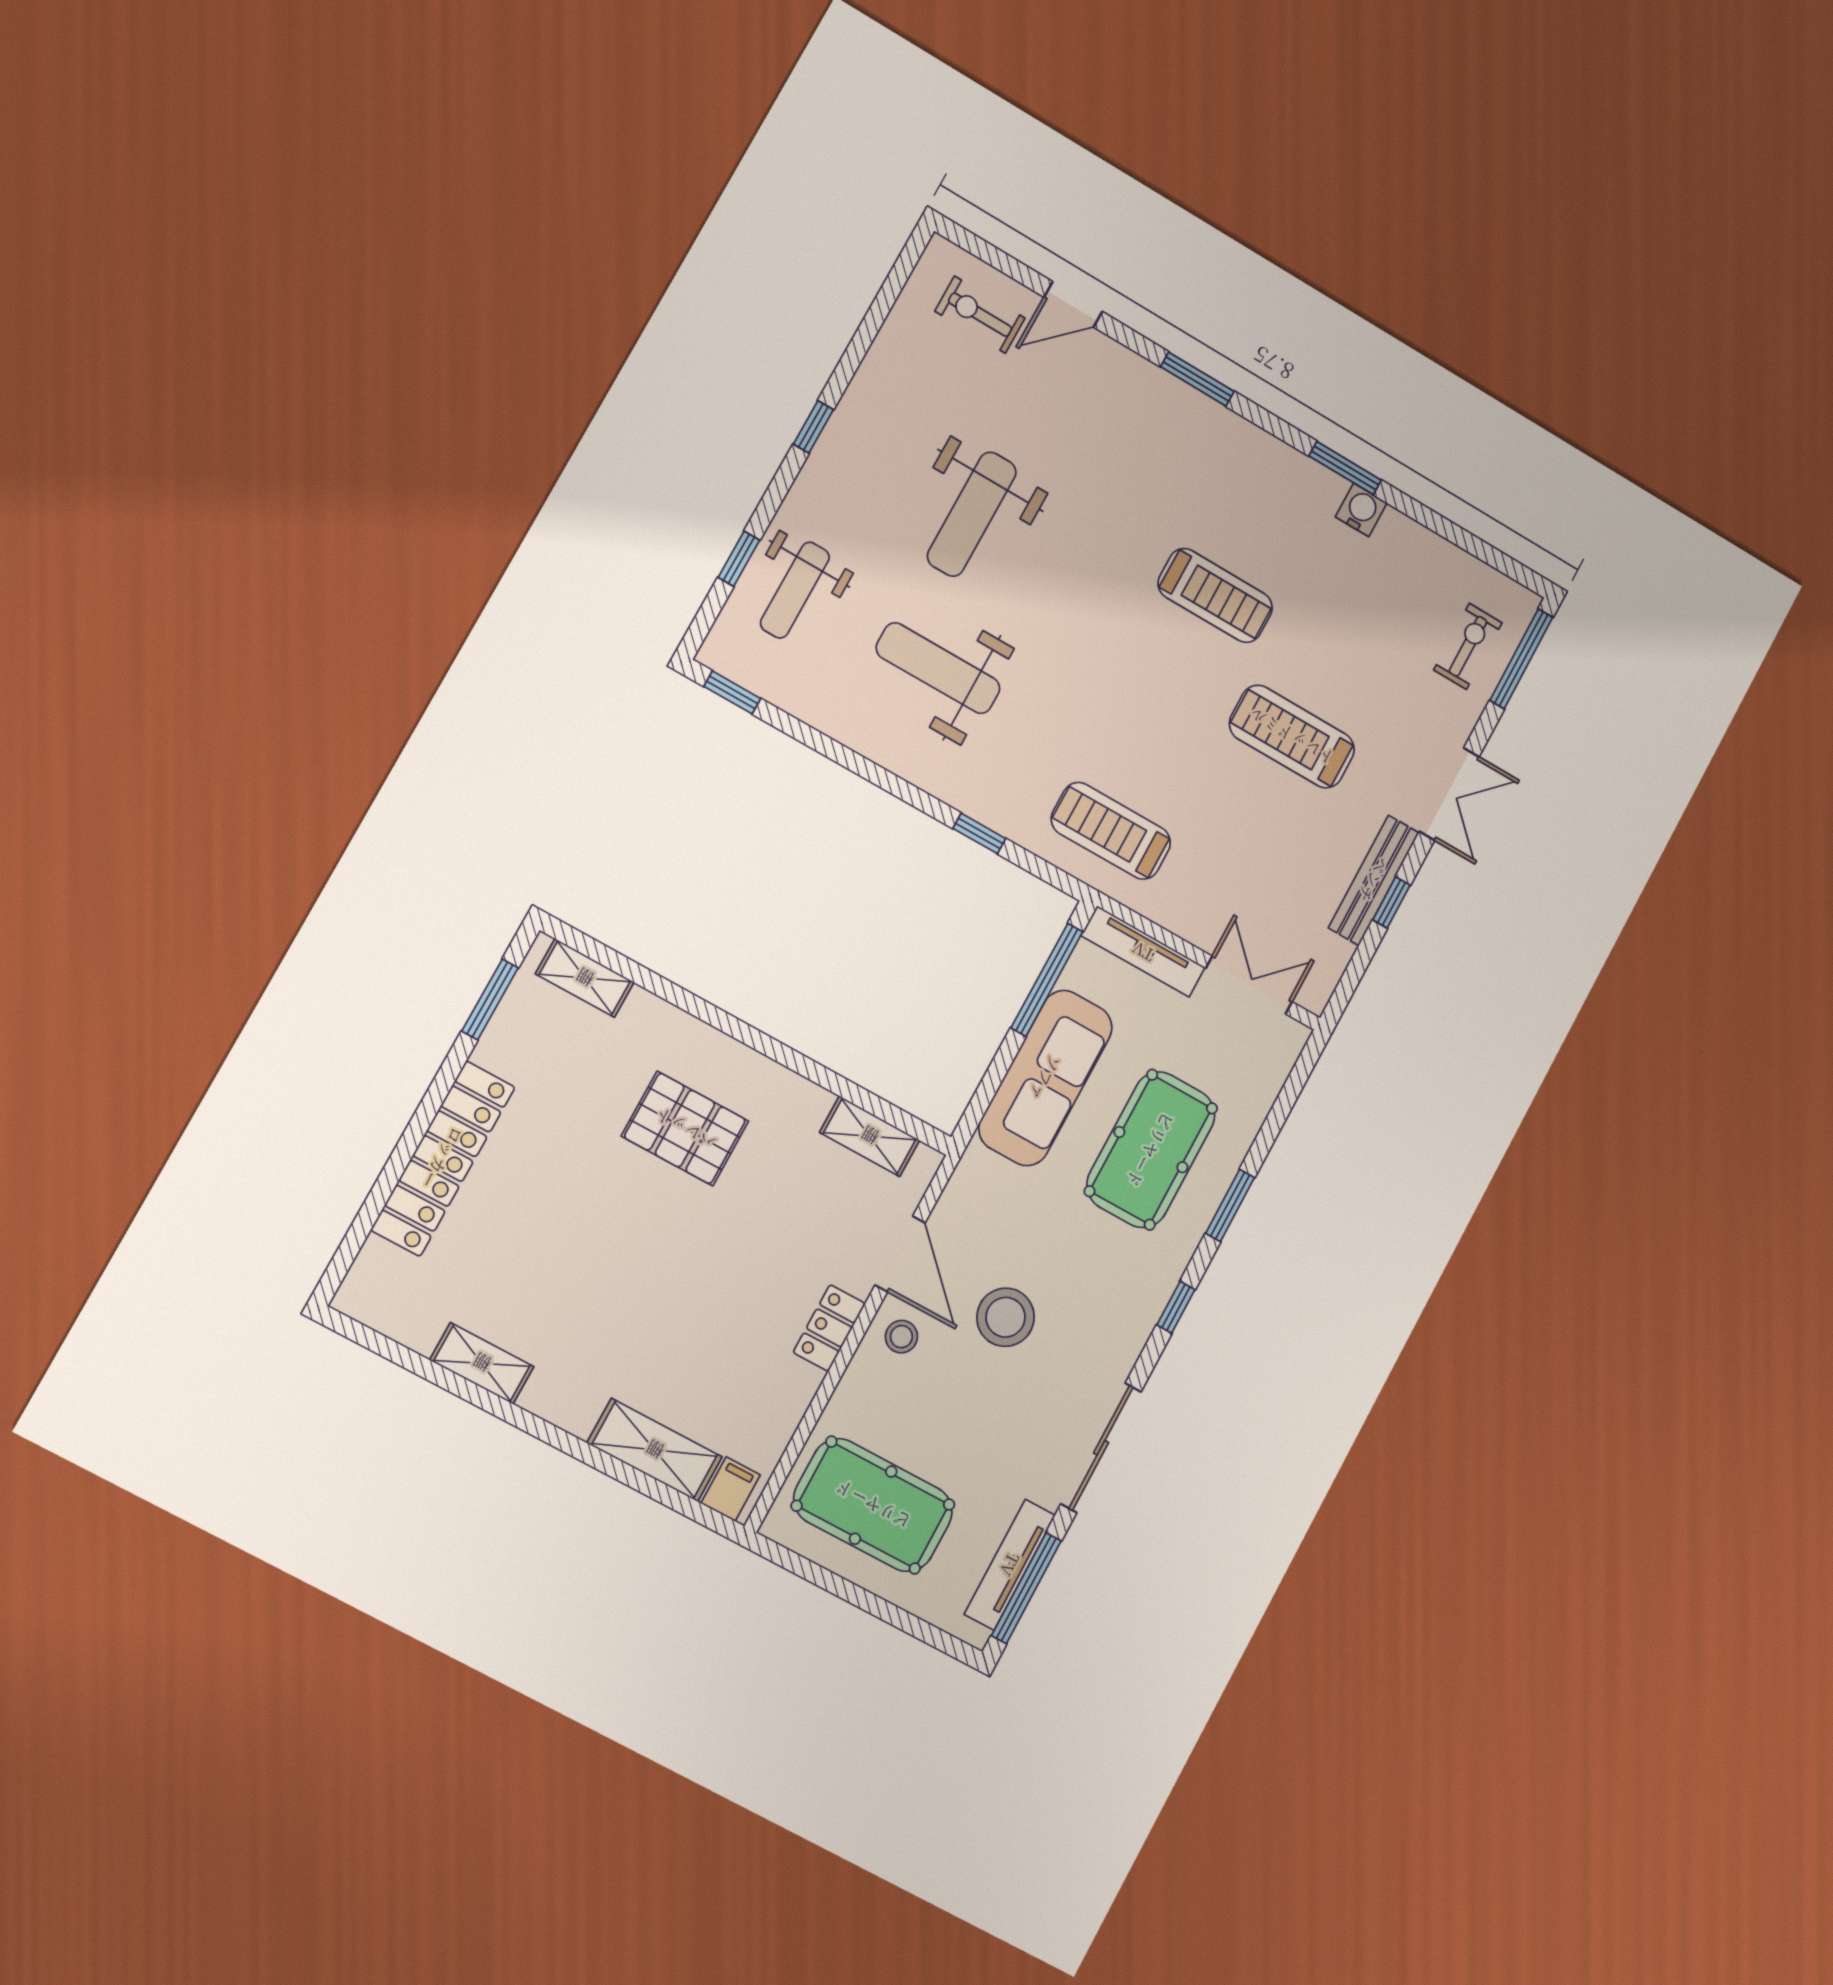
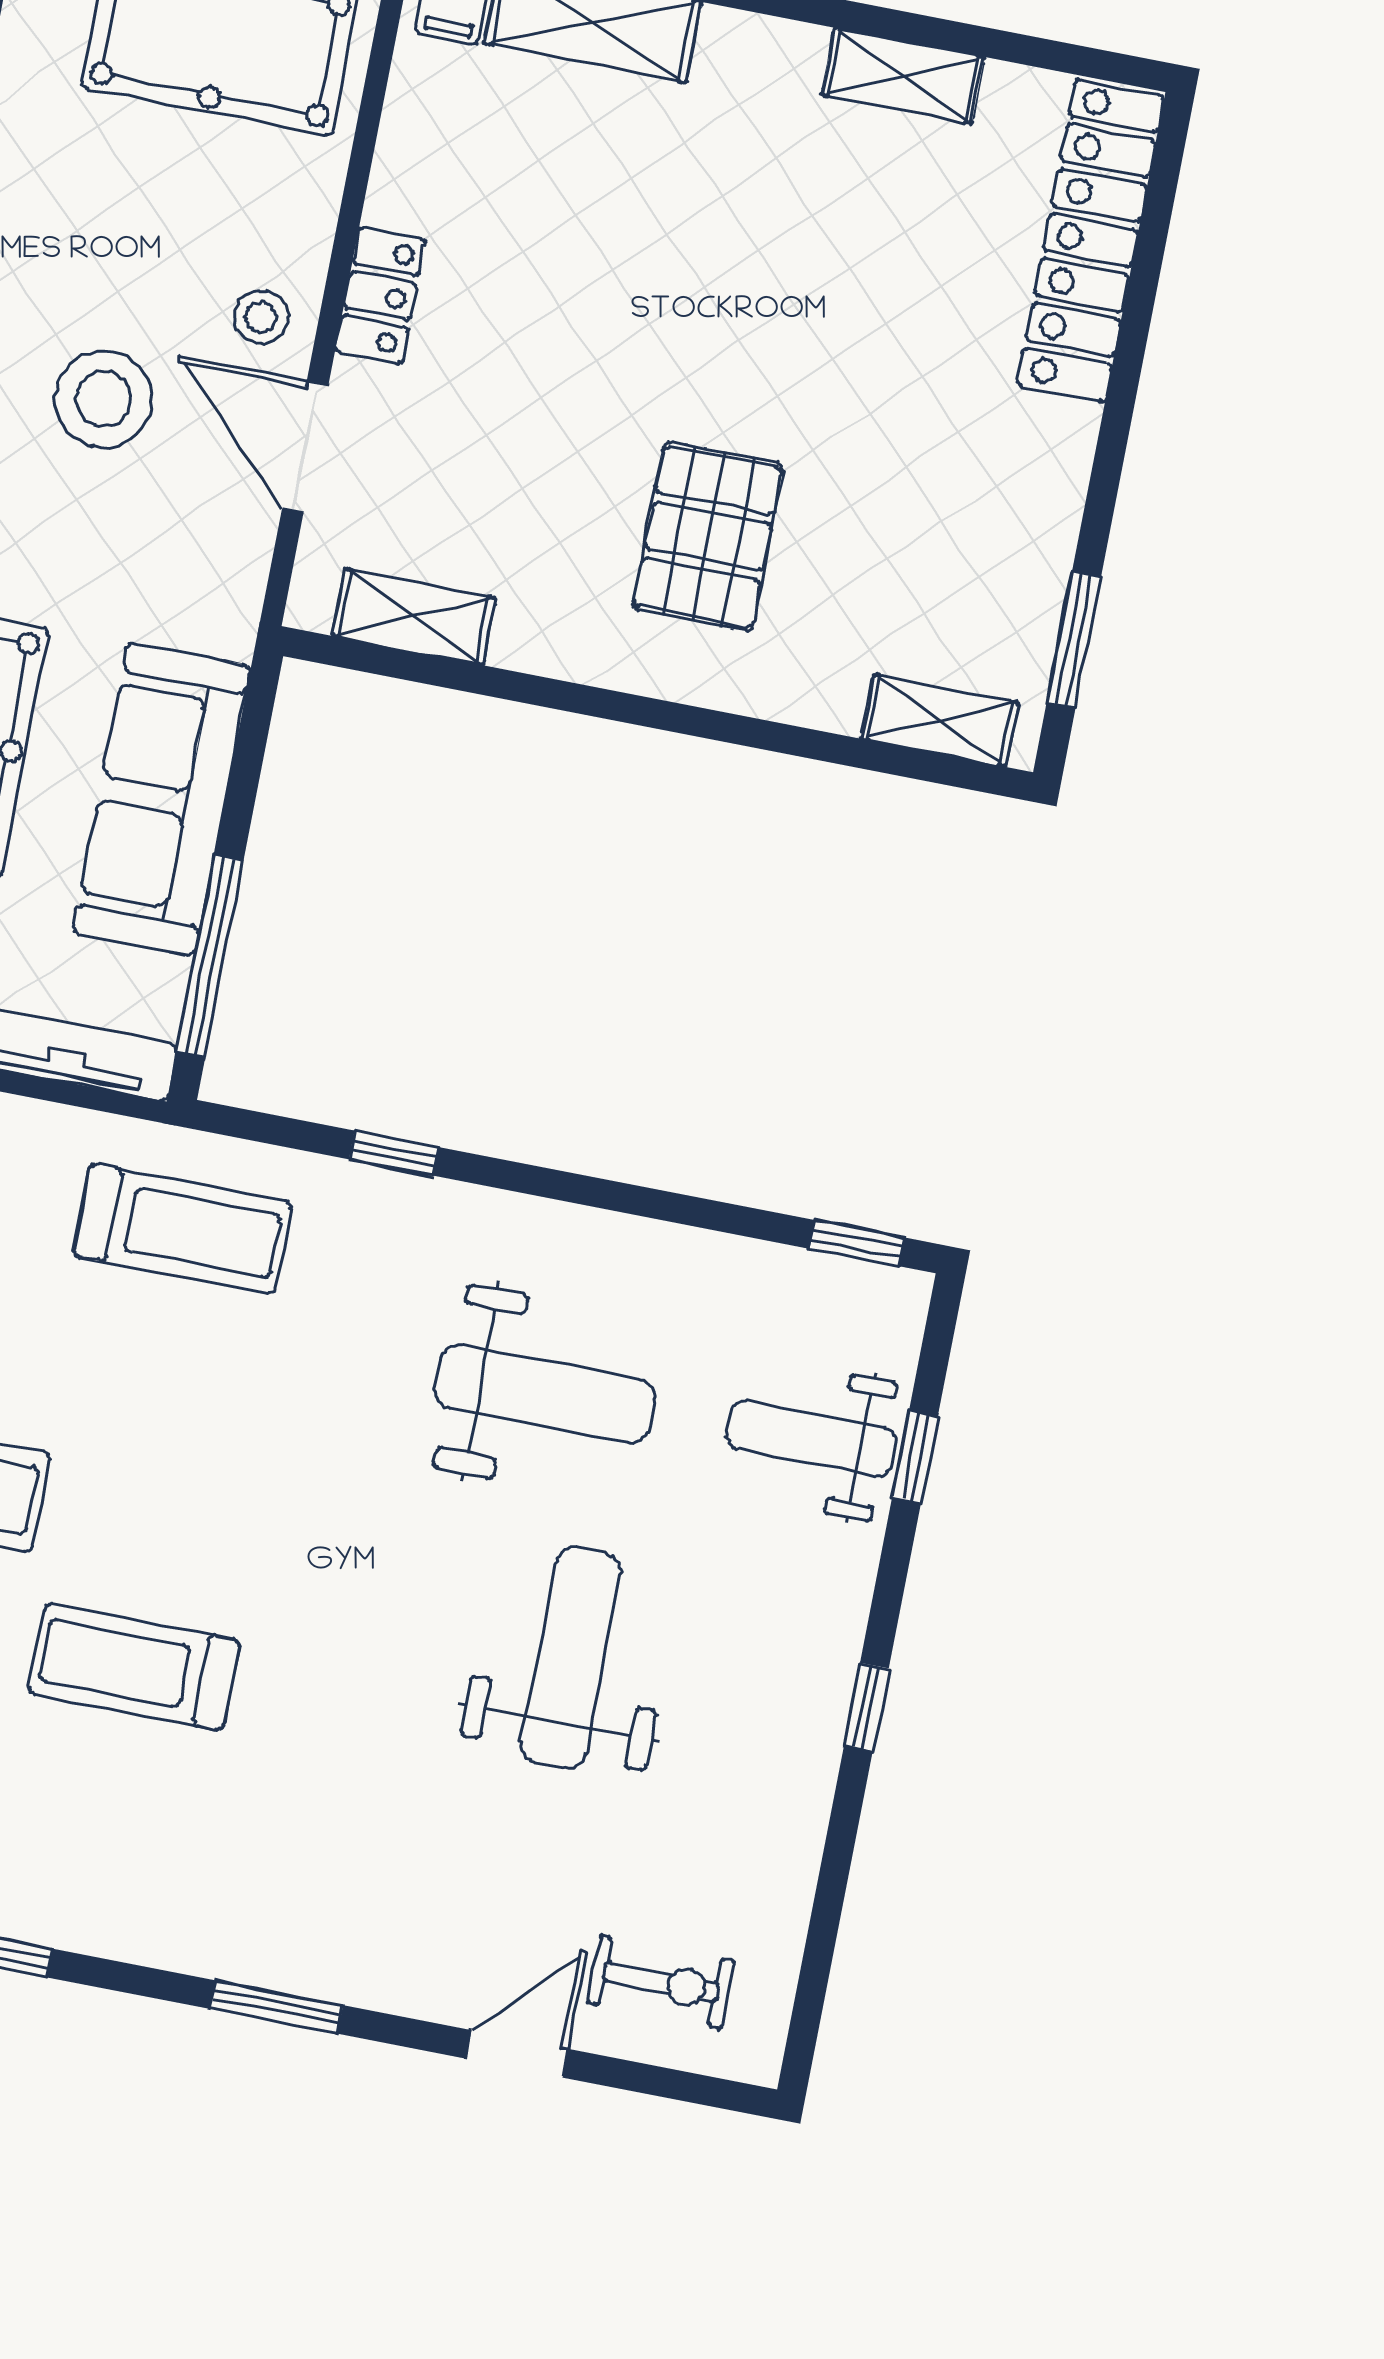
weight bench: (795, 590) -> (811, 1438), turned -90
pallet: (685, 1129) -> (708, 536), turned 90
locker: (443, 1158) -> (1091, 240), moved

